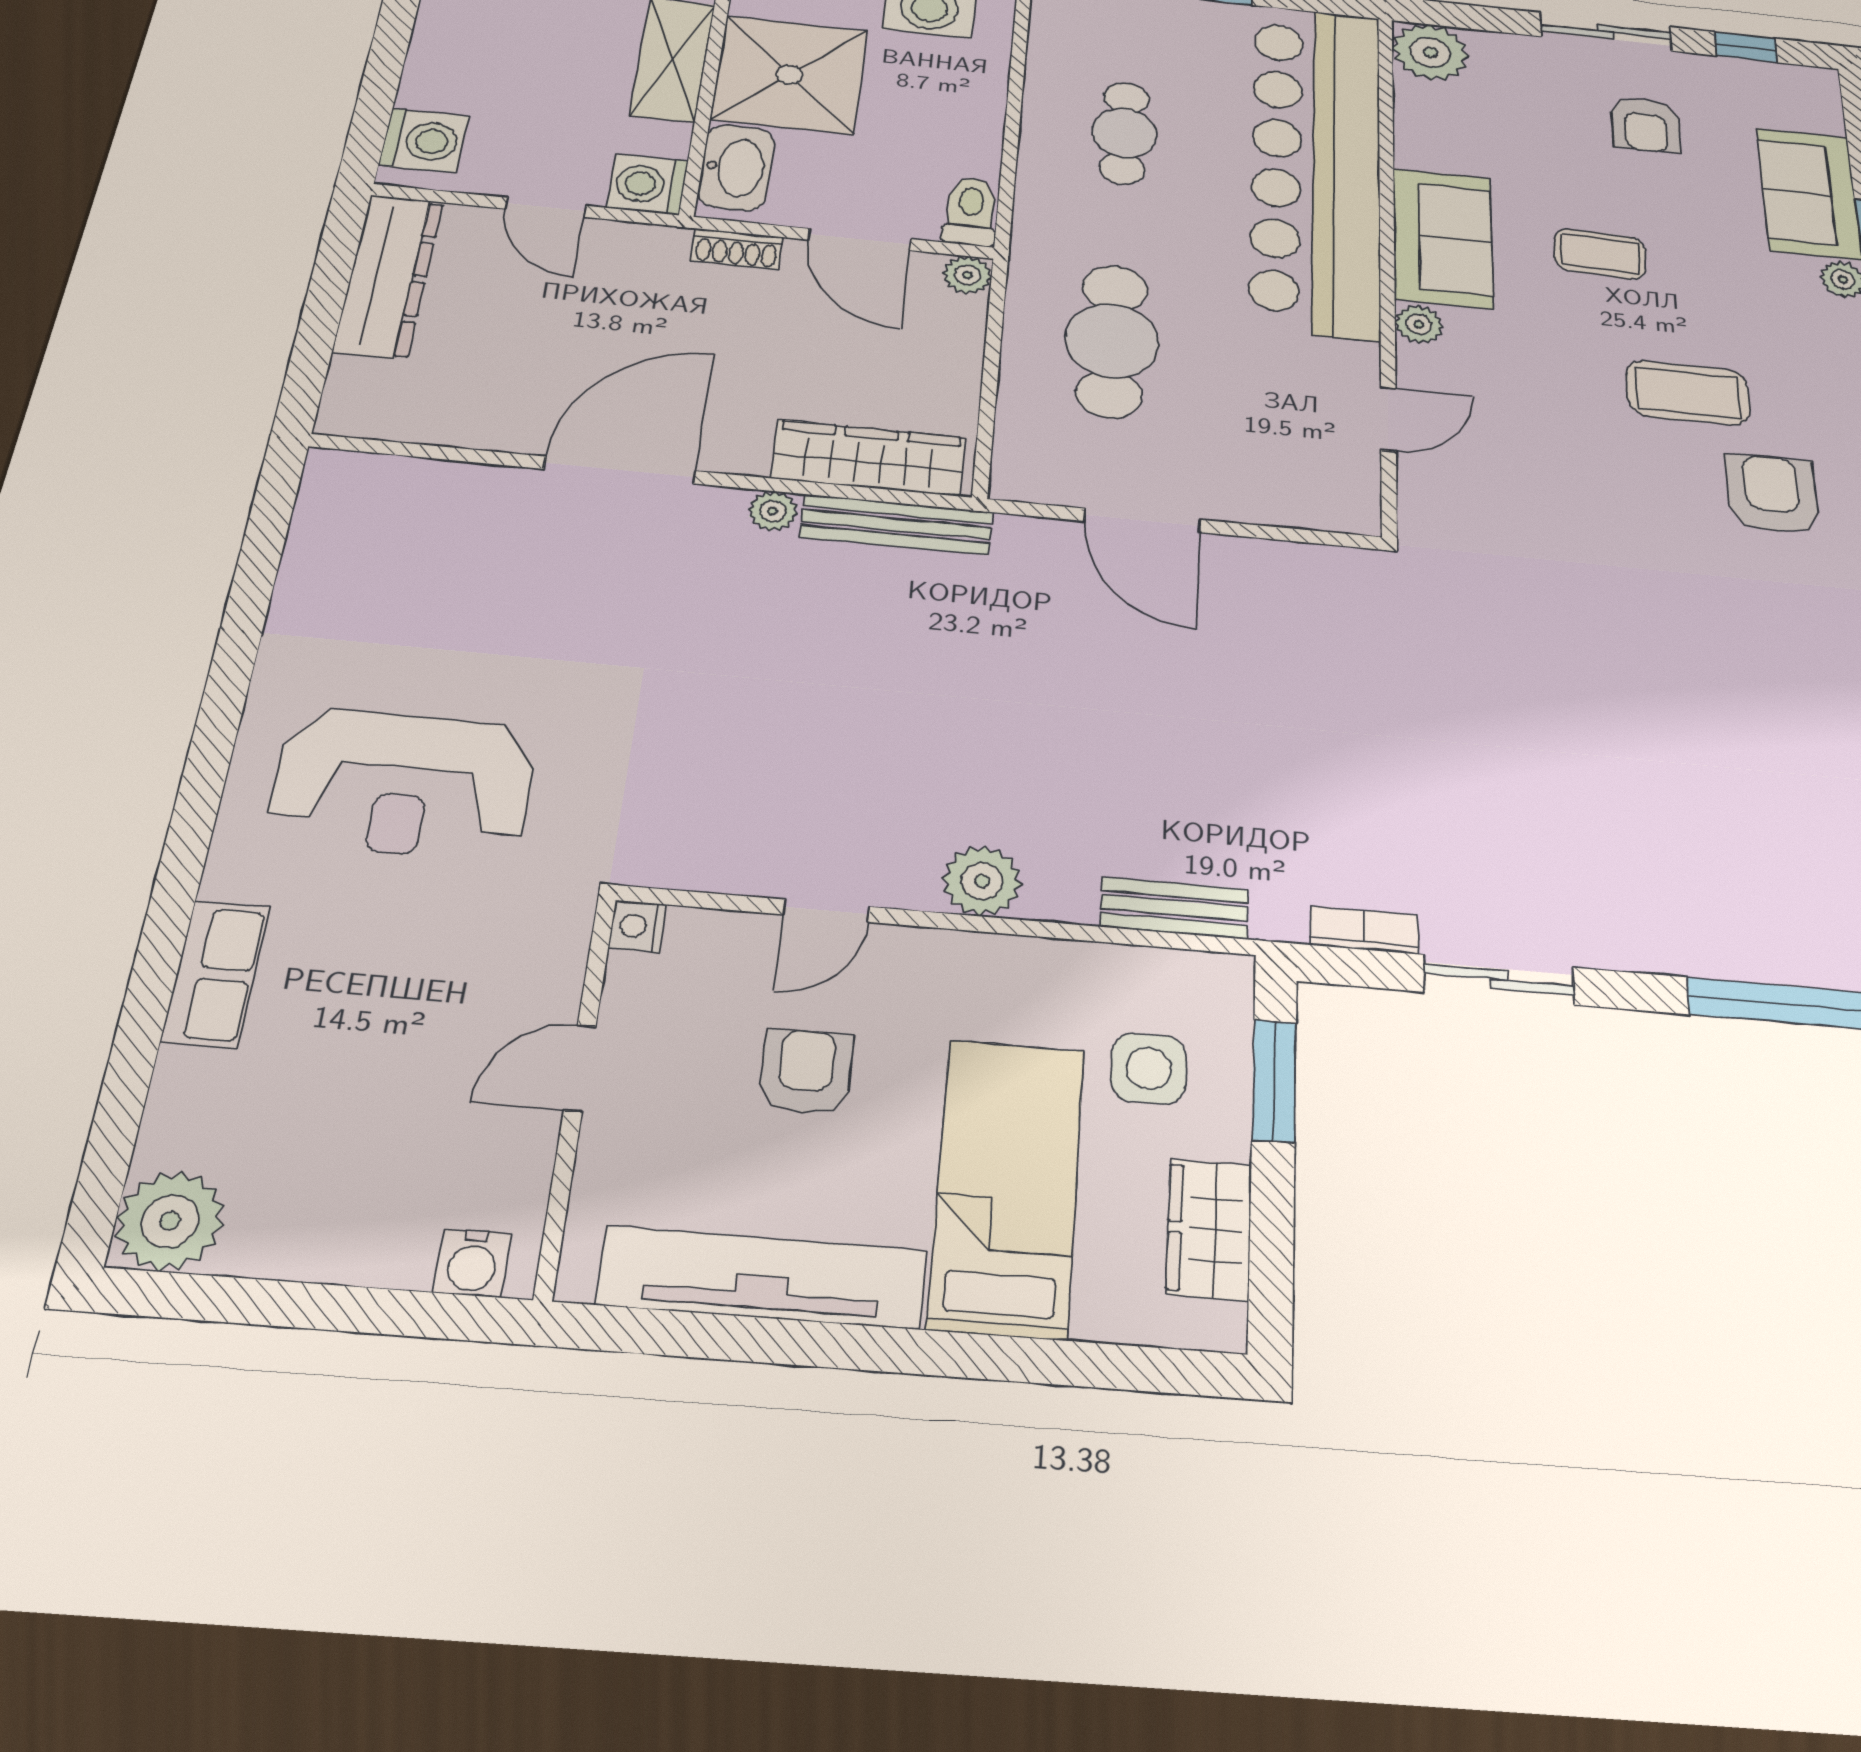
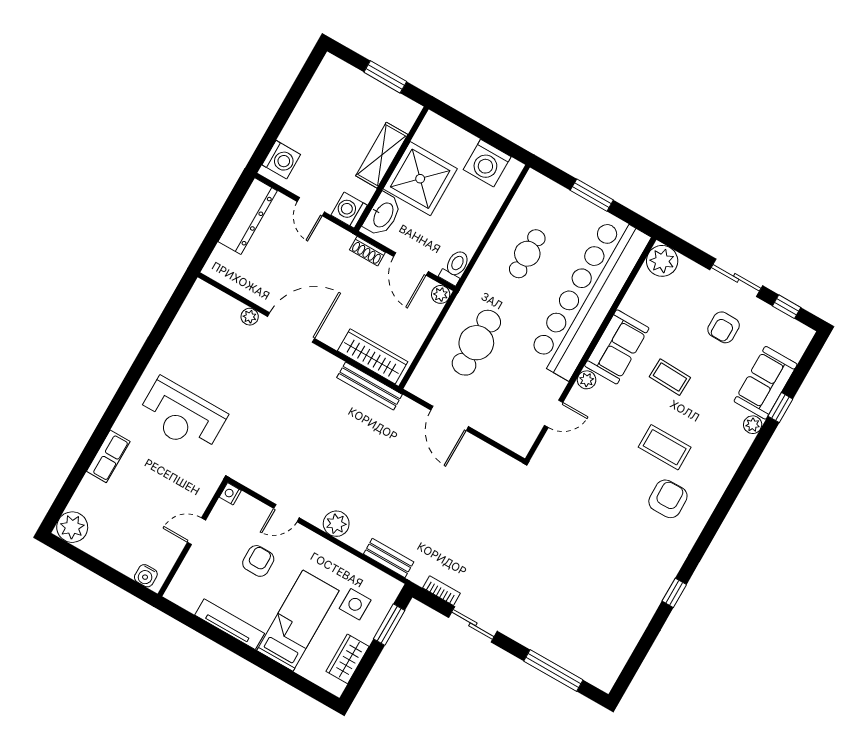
plant: (773, 511) -> (250, 317), moved
tv unit: (762, 1278) -> (230, 624), width x0.73, depth x0.78

